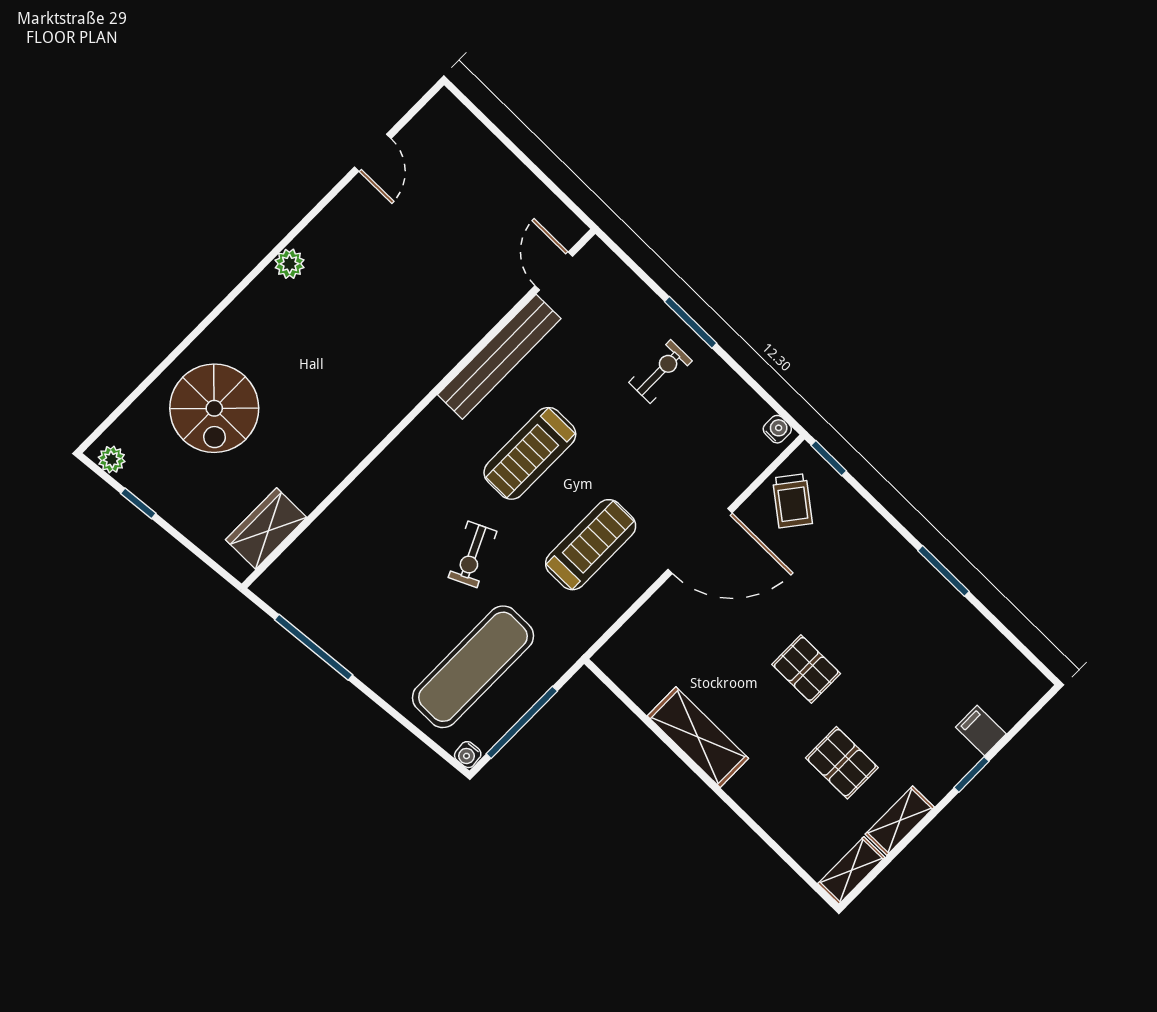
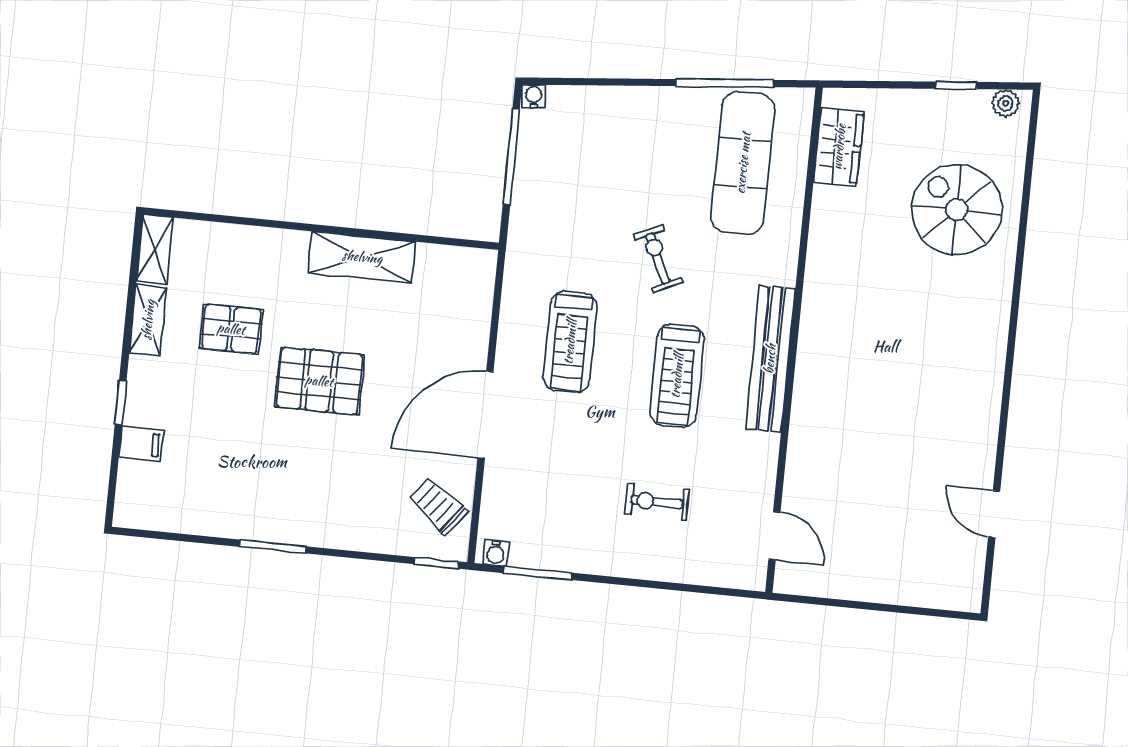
plant: (290, 264) -> (989, 373), removed
window: (691, 322) -> (537, 573), moved
bench: (499, 357) -> (770, 359), moved
exercise bike: (660, 372) -> (657, 502), moved, turned 90
treadmill: (530, 453) -> (677, 376), turned 180
exercise mat: (473, 667) -> (743, 163), moved
pallet: (806, 669) -> (319, 381), width x1.50, depth x1.42

